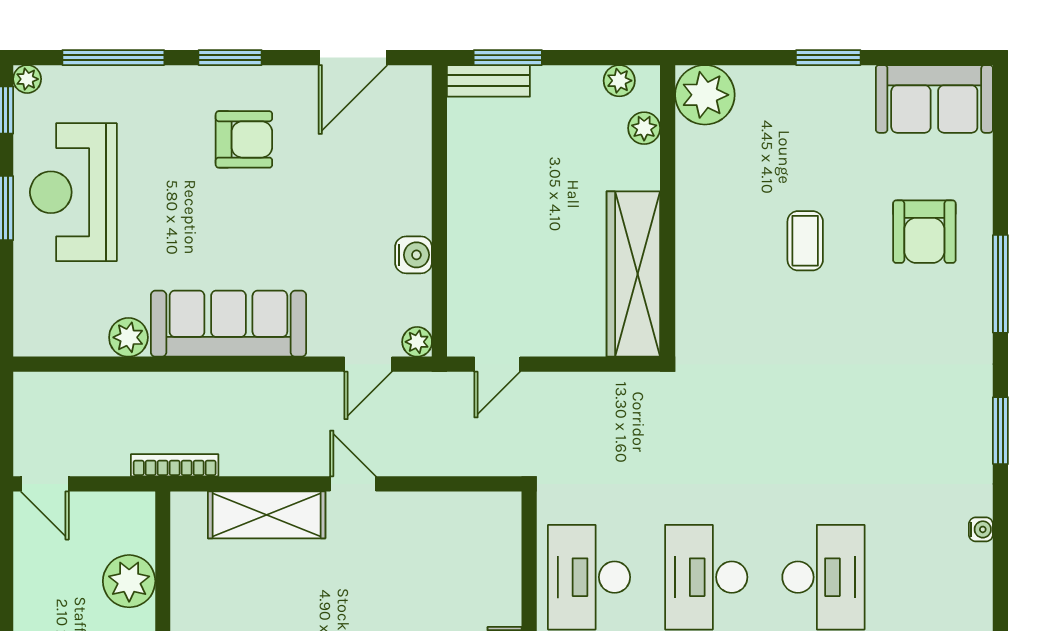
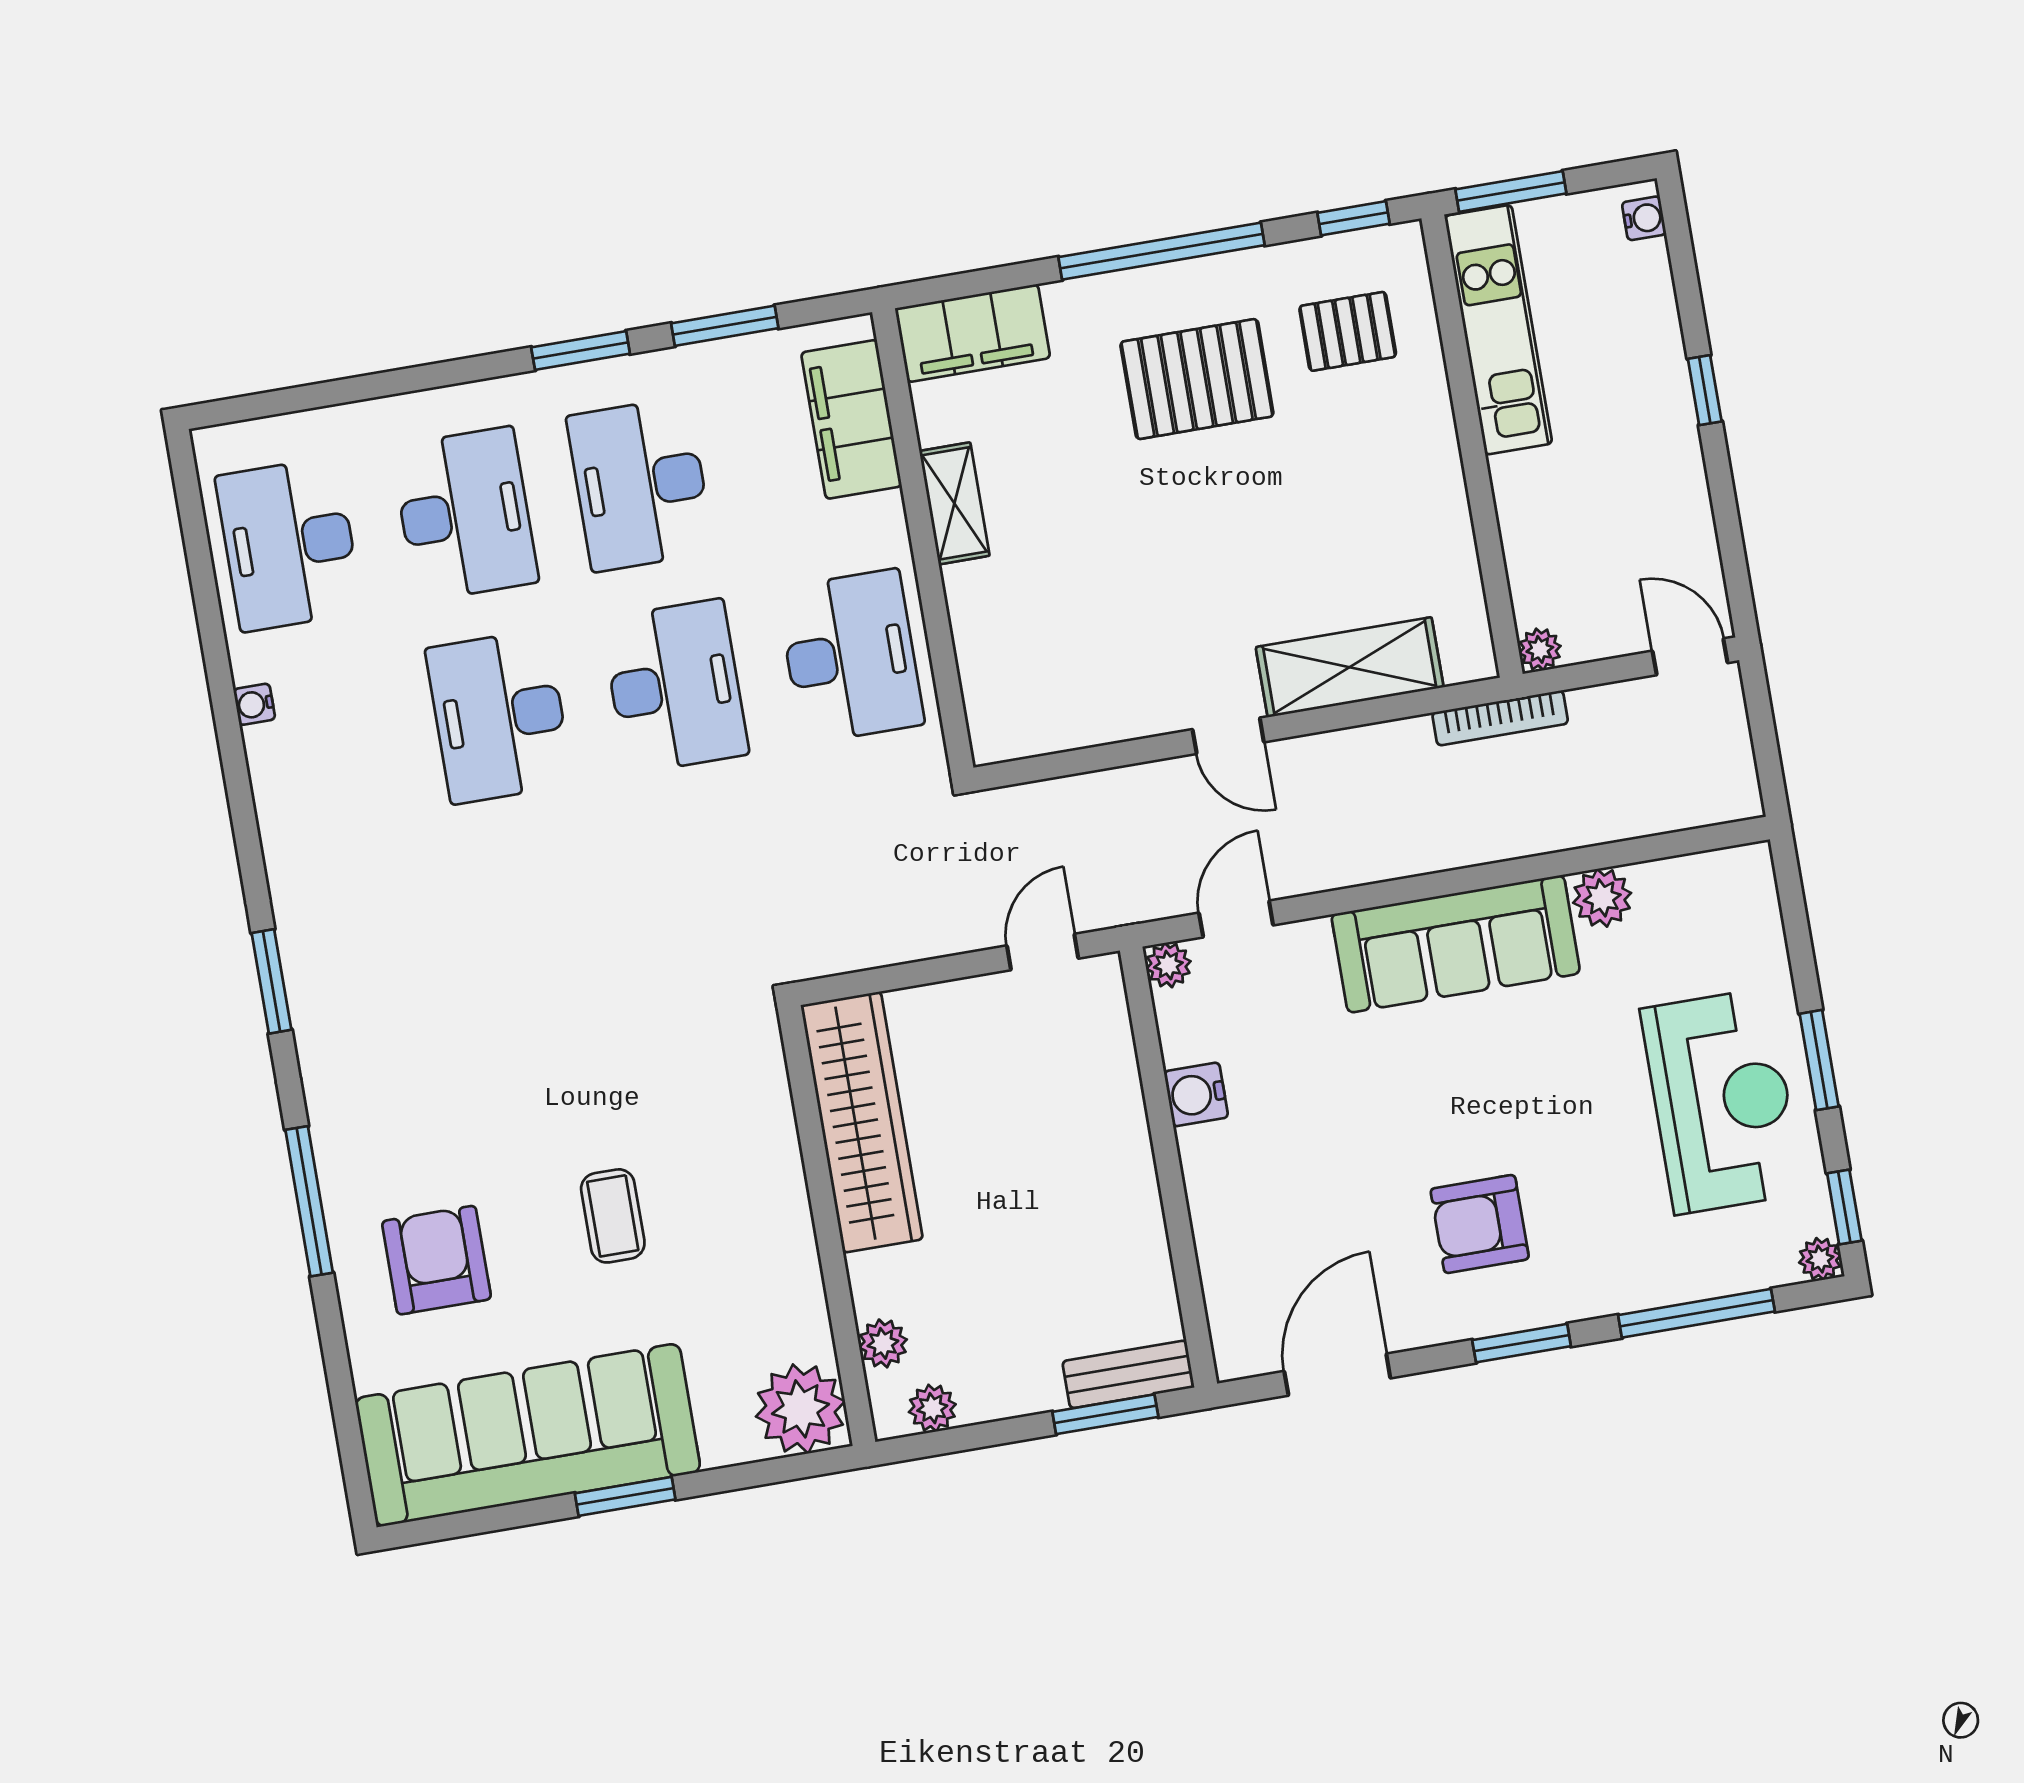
sofa: (934, 99) -> (528, 1435), width x1.85, depth x1.27
water cooler: (981, 529) -> (254, 704), moved
plant: (129, 581) -> (1540, 649), moved, width x0.53, depth x0.53

